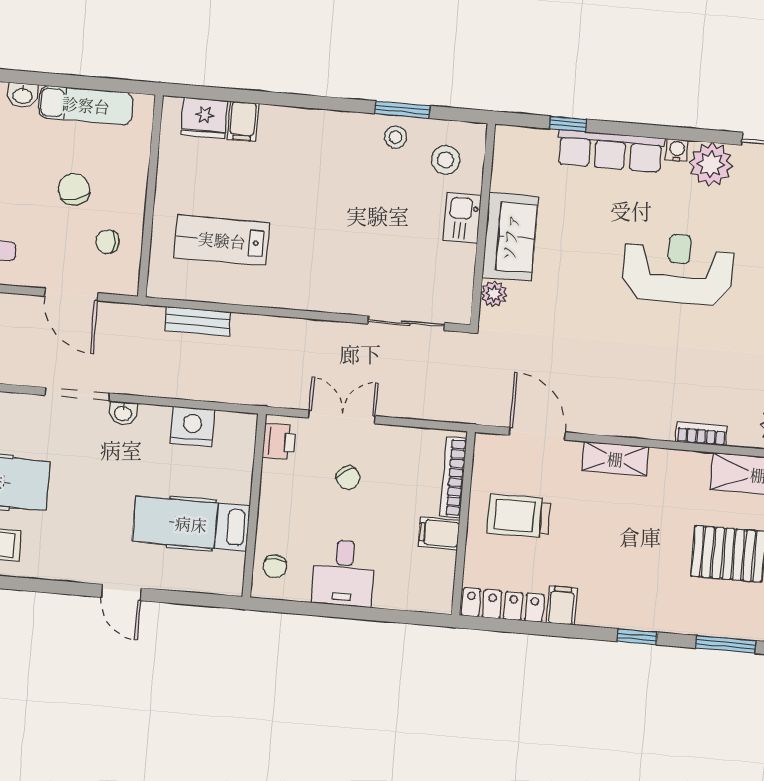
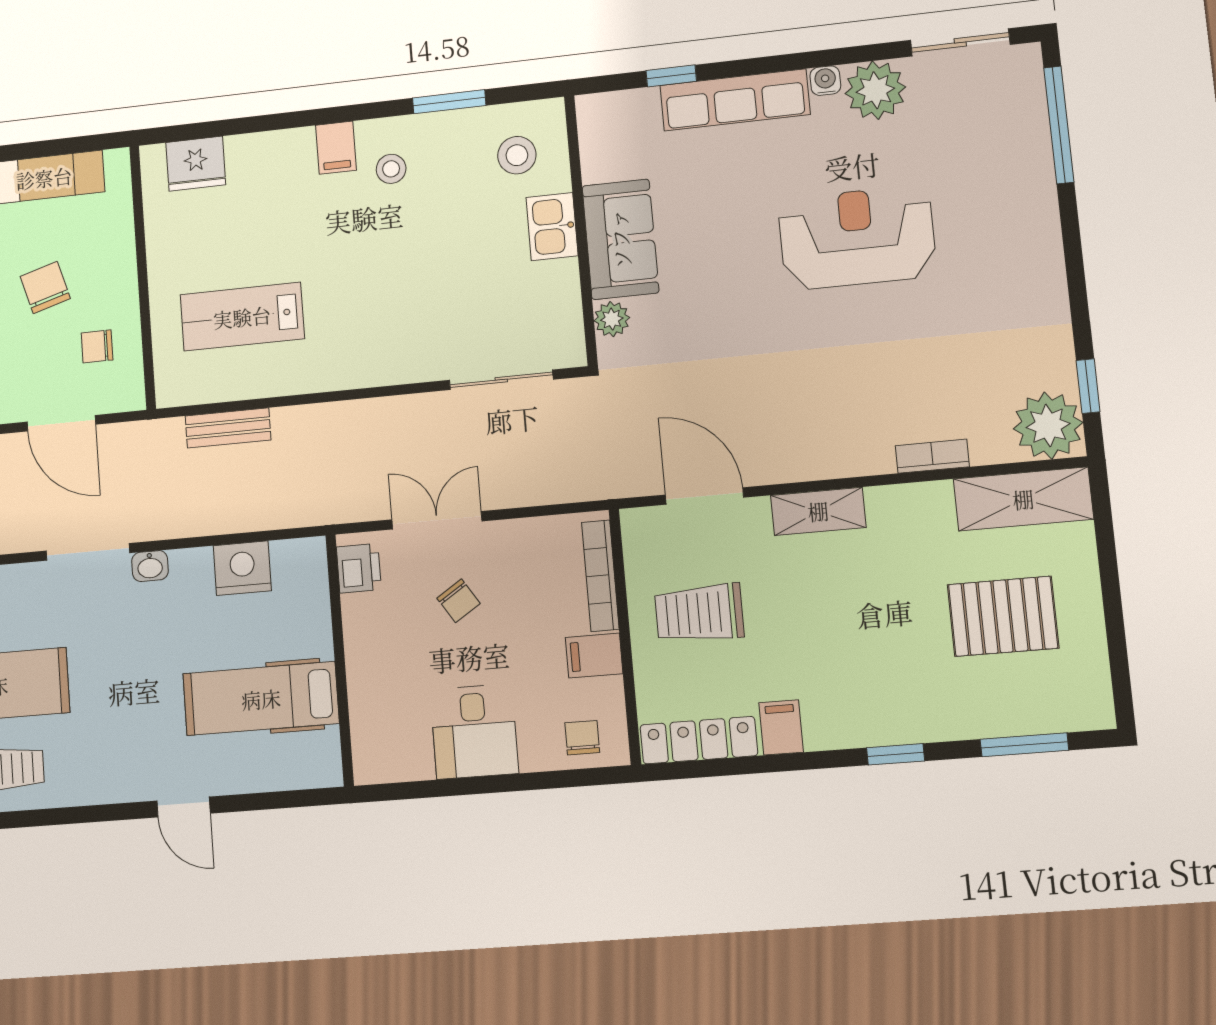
filing cabinet: (243, 121) -> (336, 148), moved
stool: (396, 137) -> (391, 169), moved
chair: (275, 566) -> (582, 738), moved, turned 180

